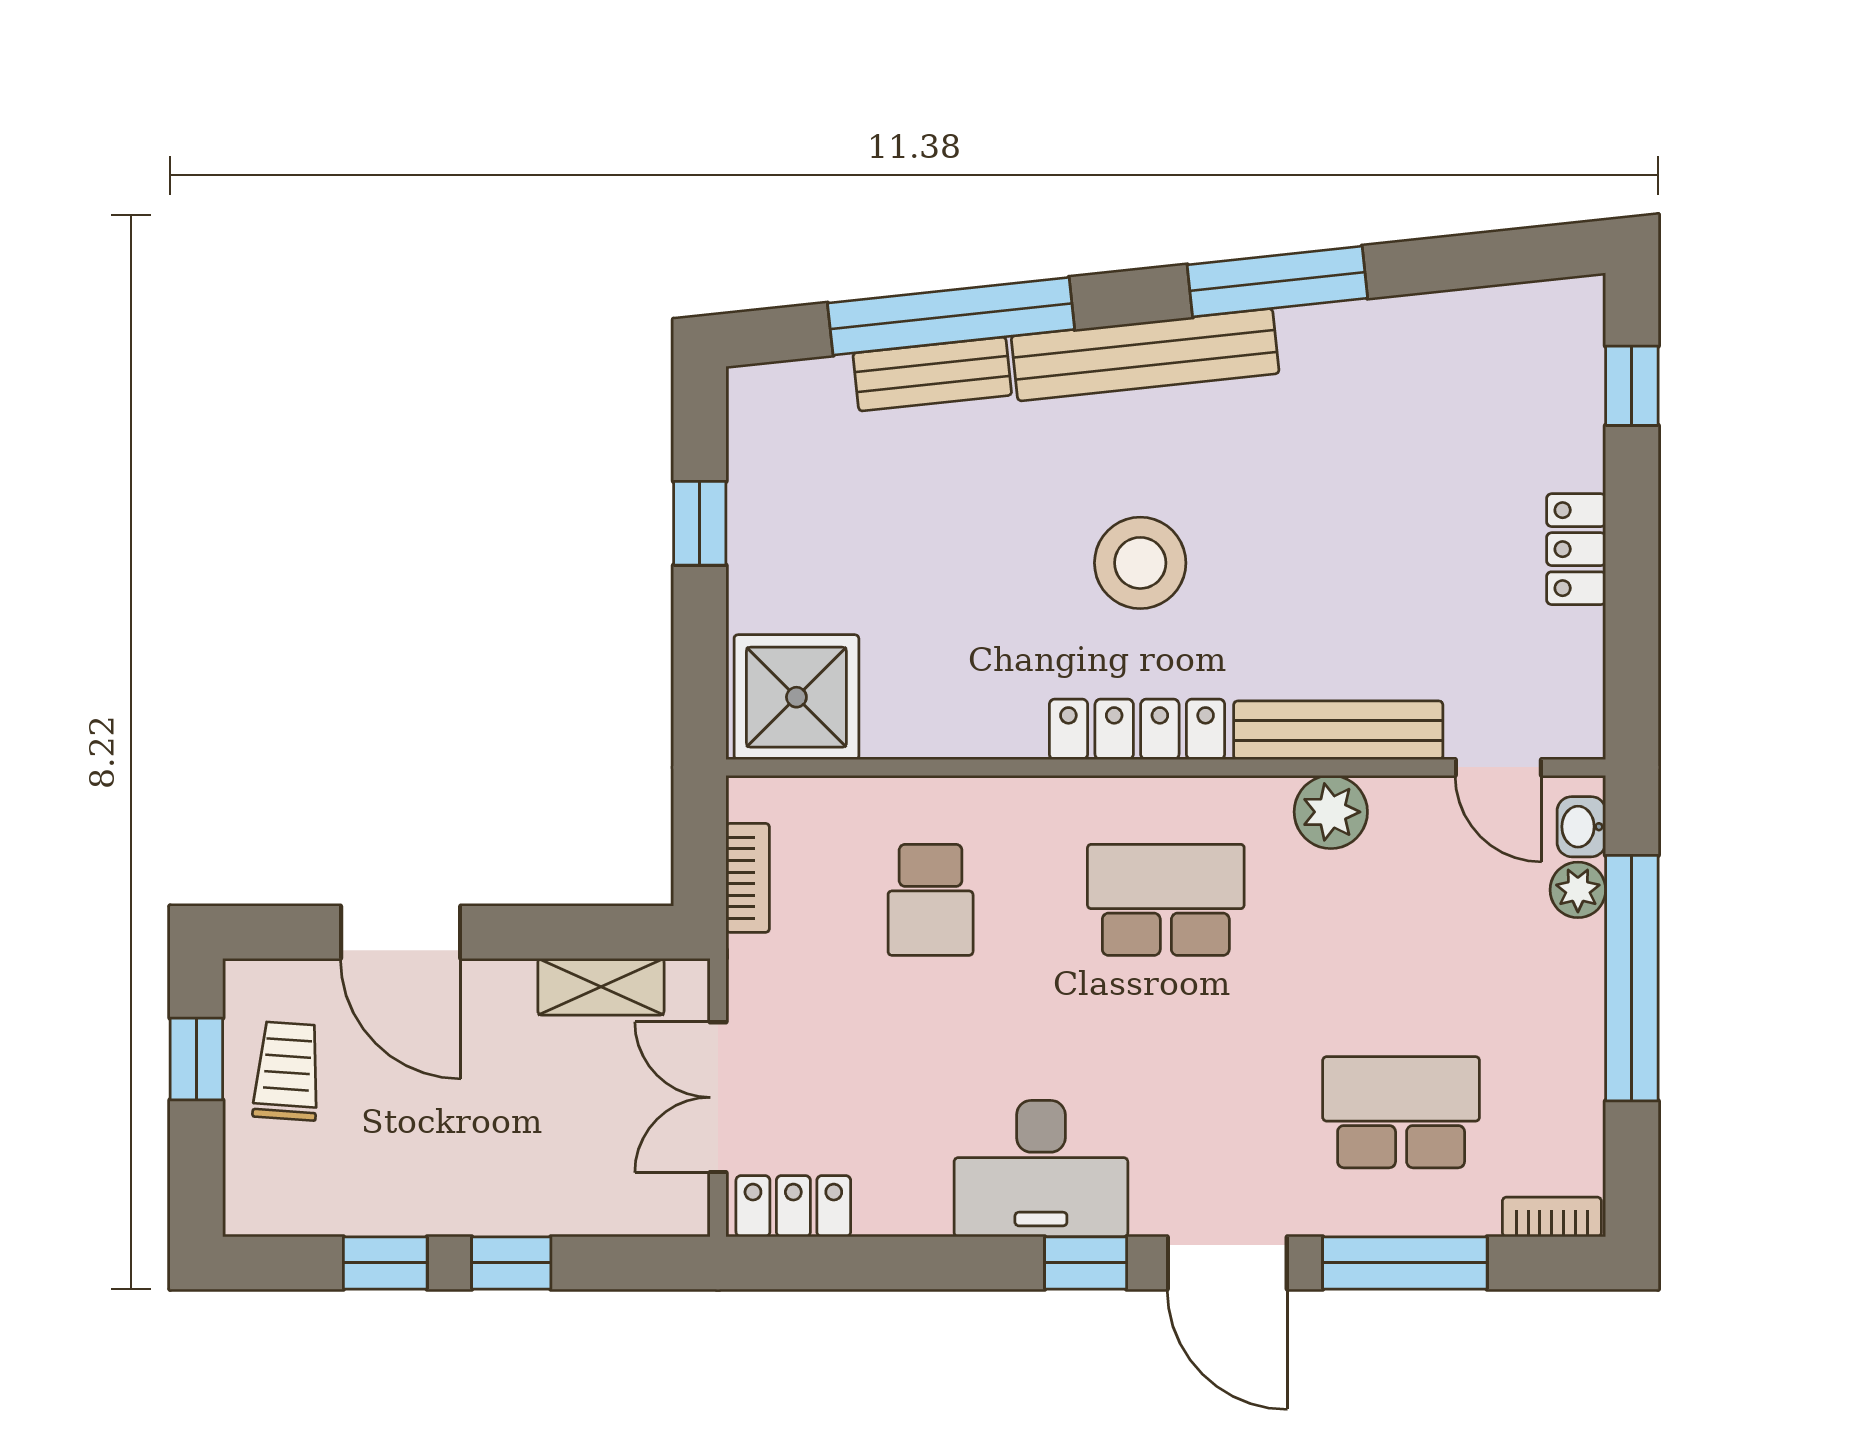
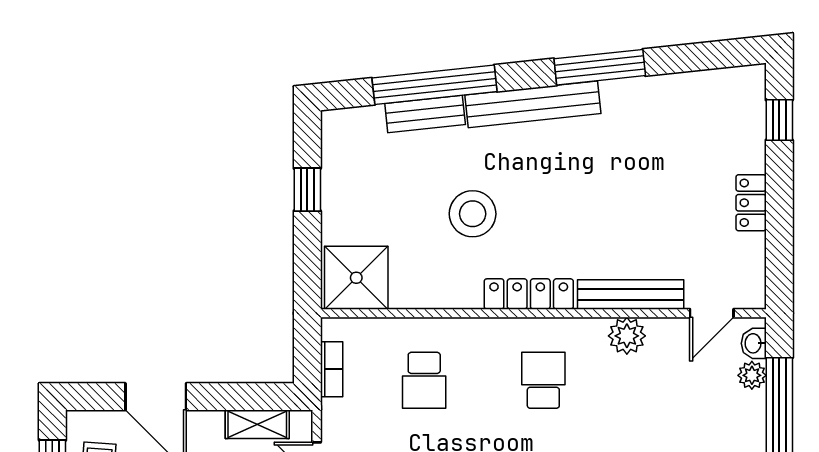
stool: (1140, 563) -> (473, 214), moved
door: (1498, 767) -> (712, 313), hinge flipped
school desk: (1166, 900) -> (543, 380), width x0.54

